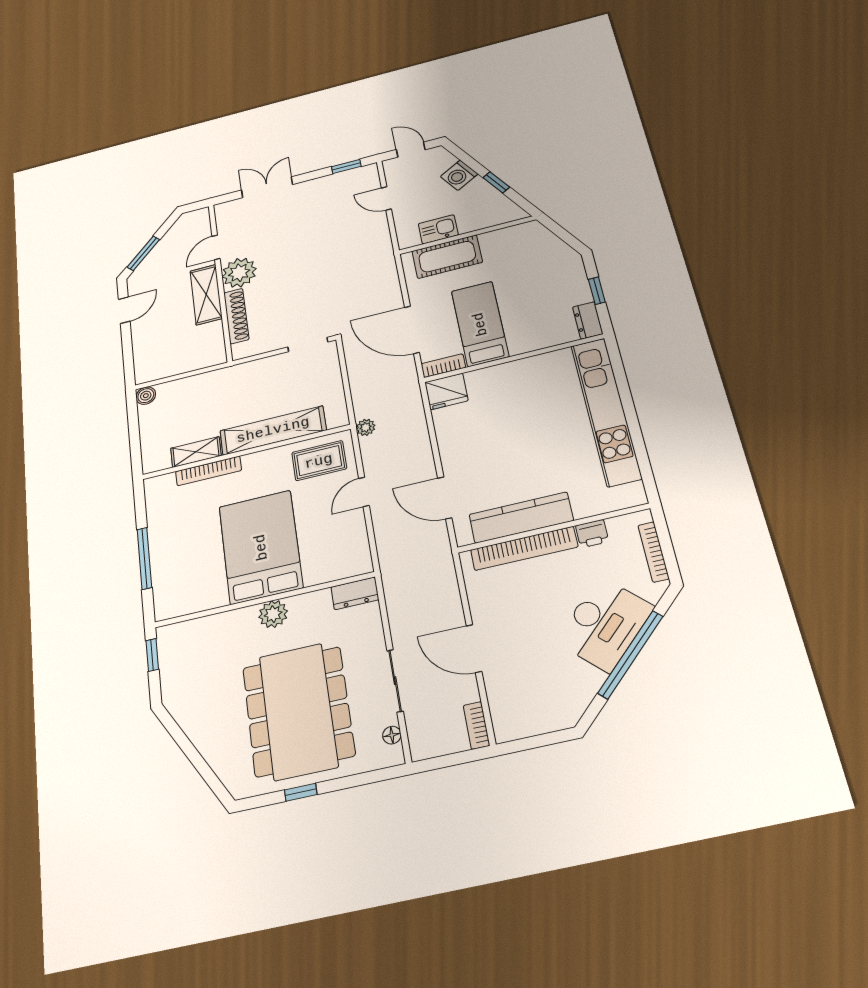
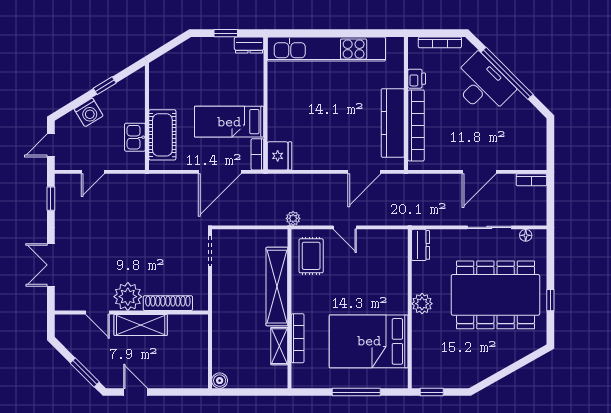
bed: (261, 547) -> (369, 341), moved

